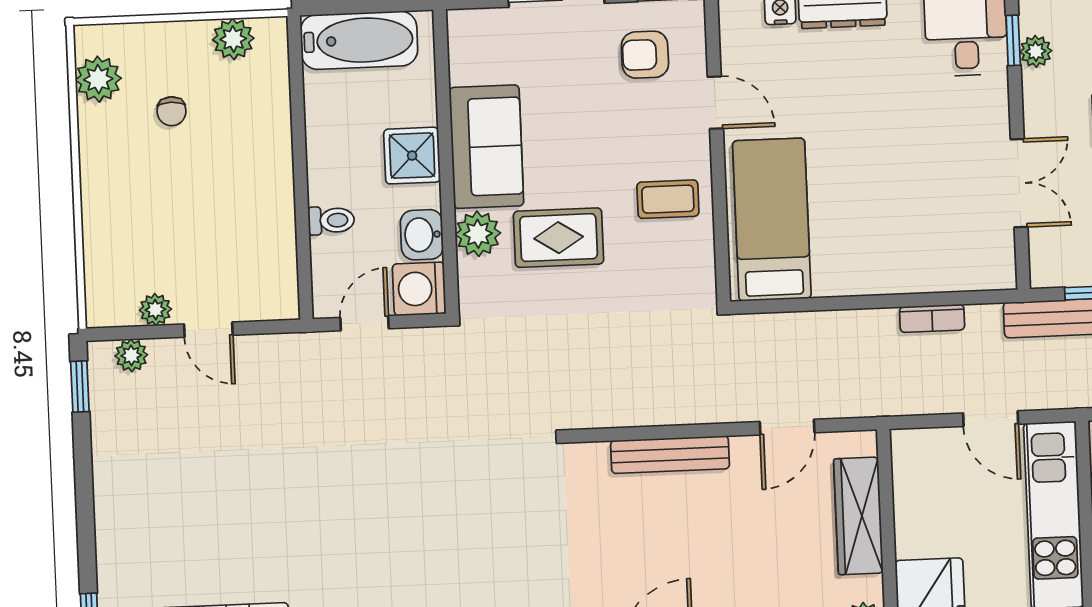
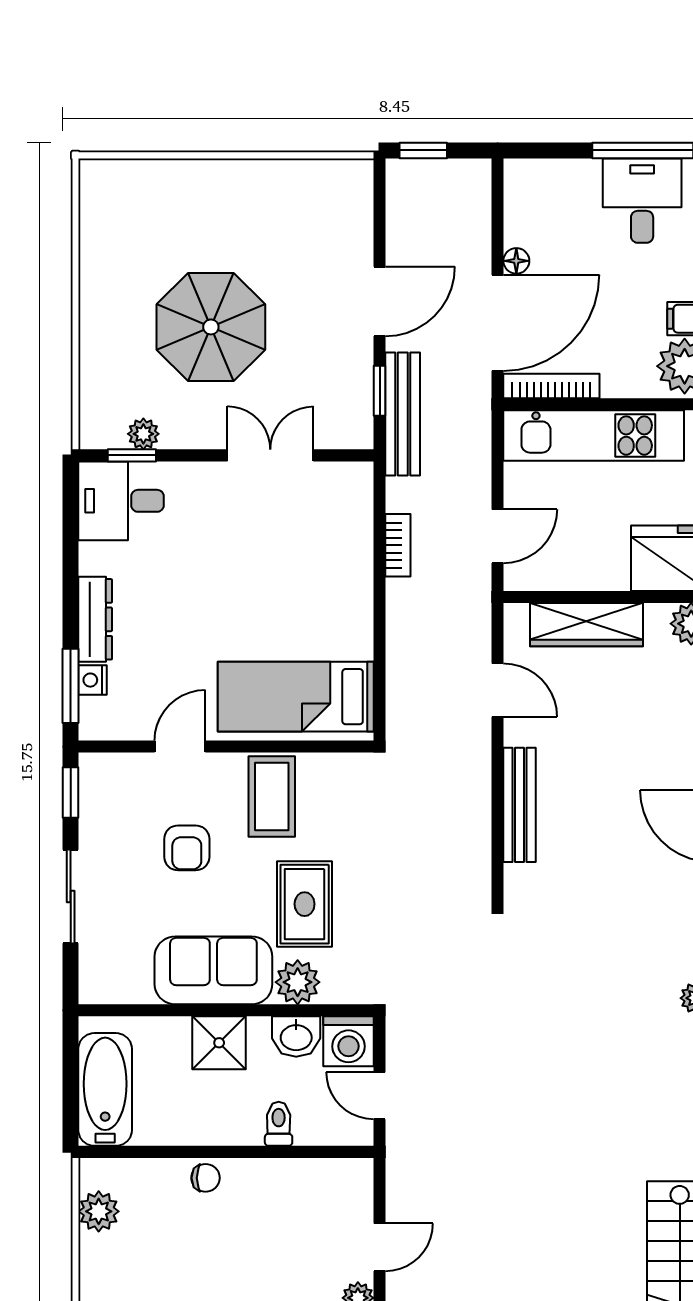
armchair: (645, 55) -> (187, 848), moved
chair: (172, 111) -> (206, 1178), moved
coffee table: (668, 199) -> (272, 797), width x1.36, depth x1.30
door: (991, 419) -> (498, 536), moved

